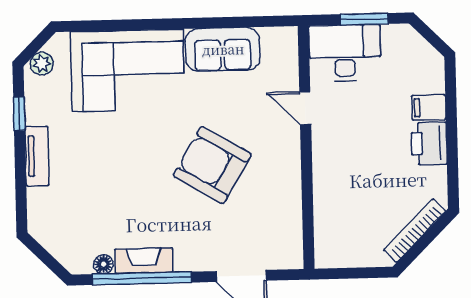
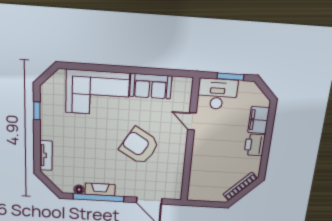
plant: (42, 63) -> (50, 85), removed
filing cabinet: (429, 107) -> (259, 120), width x2.00
tv unit: (37, 156) -> (46, 155), moved

